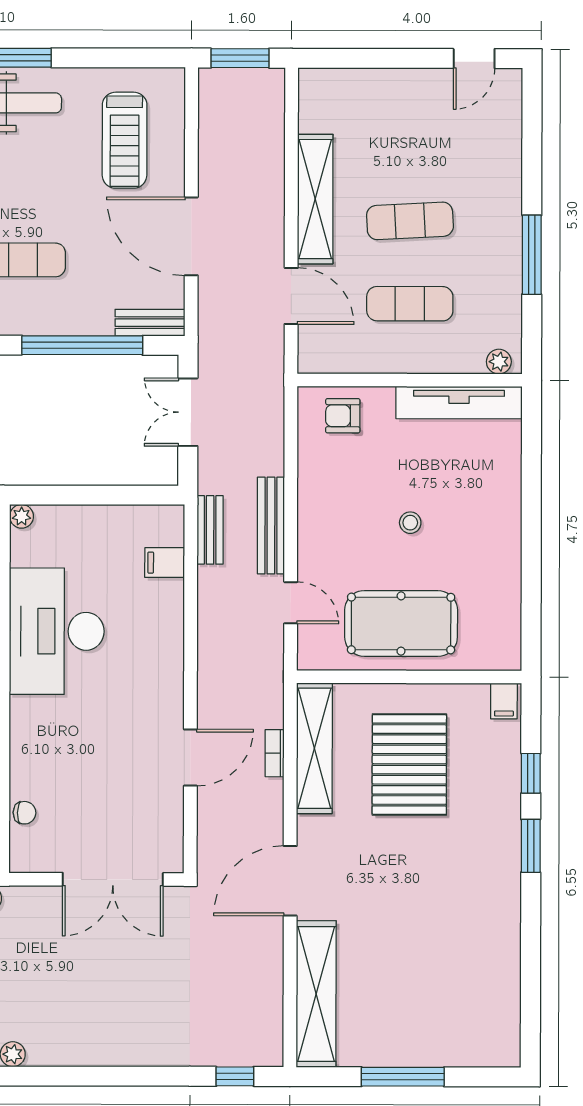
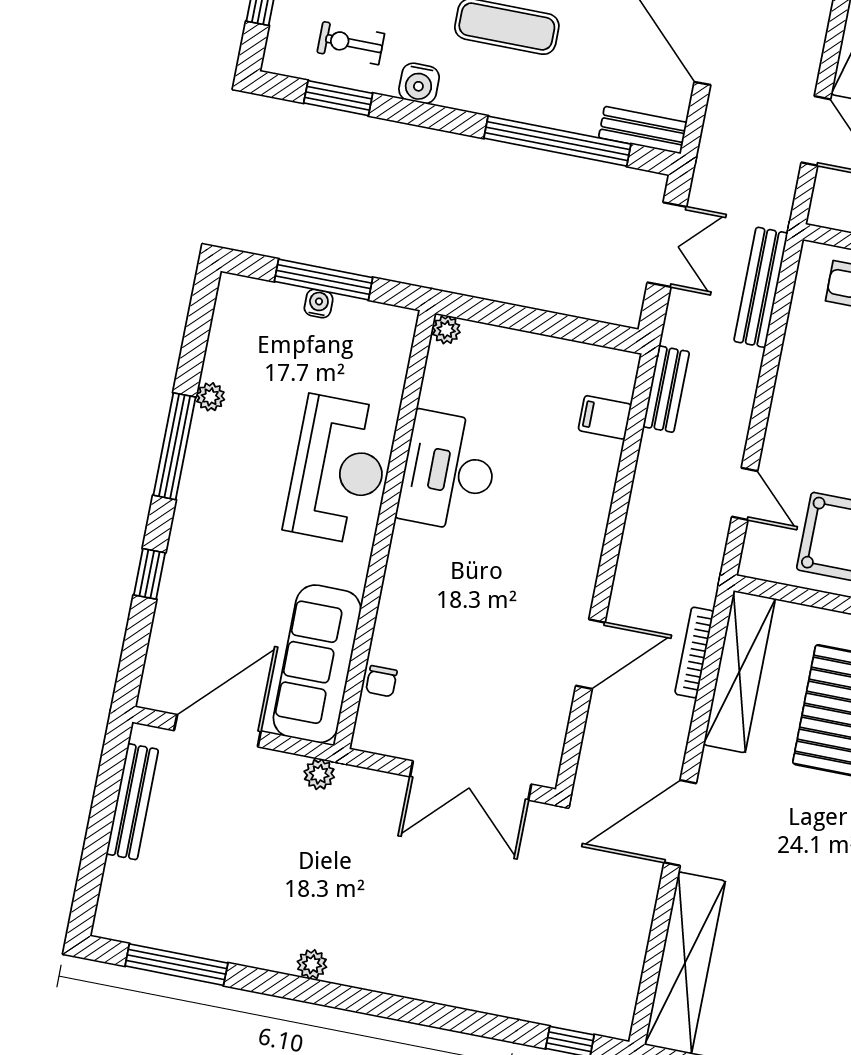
double door: (188, 412) -> (667, 245), swing flipped
bench: (271, 525) -> (761, 287), moved
desk: (57, 631) -> (448, 471), width x0.73, depth x0.77
bookcase: (275, 753) -> (694, 653), width x1.56
chair: (24, 813) -> (381, 681), turned 89

